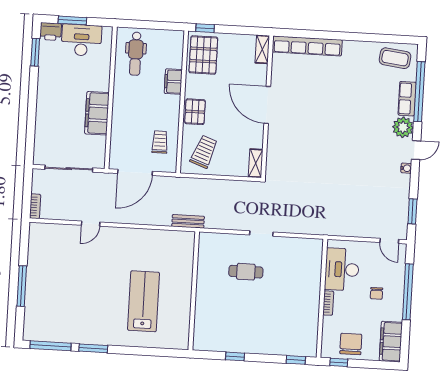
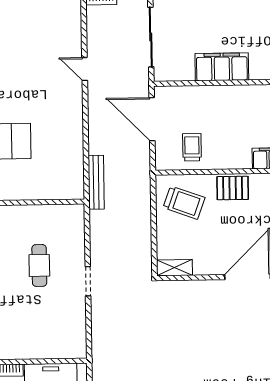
trolley: (160, 142) -> (192, 147), turned -90
bench: (188, 221) -> (96, 182), width x1.36

